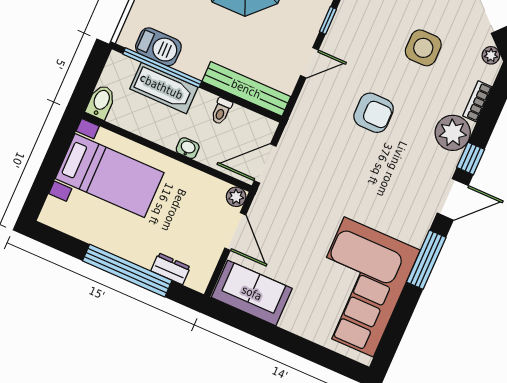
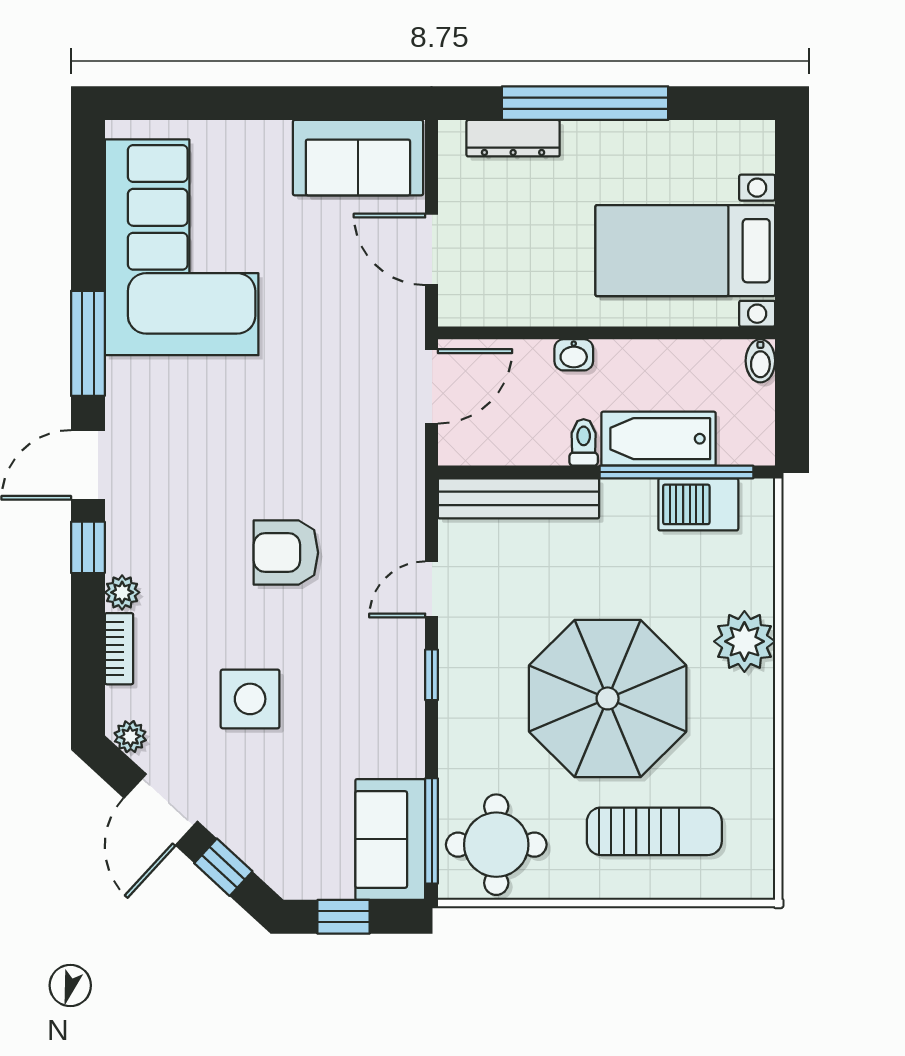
bidet: (101, 102) -> (760, 361), width x0.72, depth x0.74
toilet: (221, 111) -> (584, 442), moved
plant: (453, 133) -> (122, 592), width x0.53, depth x0.53
plant: (236, 197) -> (456, 309), removed
dresser: (171, 269) -> (513, 138), width x1.44

